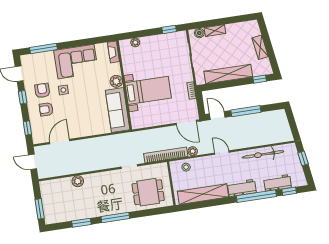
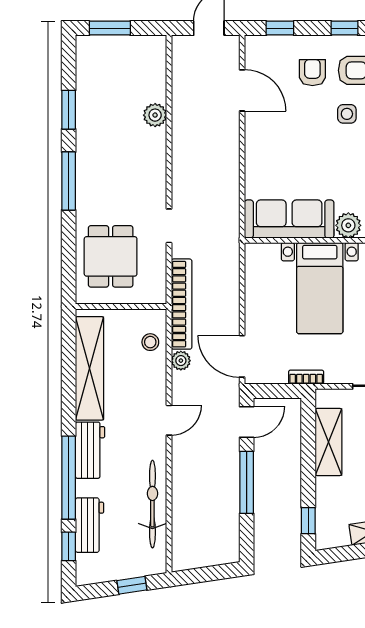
shelving: (228, 74) -> (329, 442), width x0.68
door: (186, 122) -> (242, 356), hinge flipped

